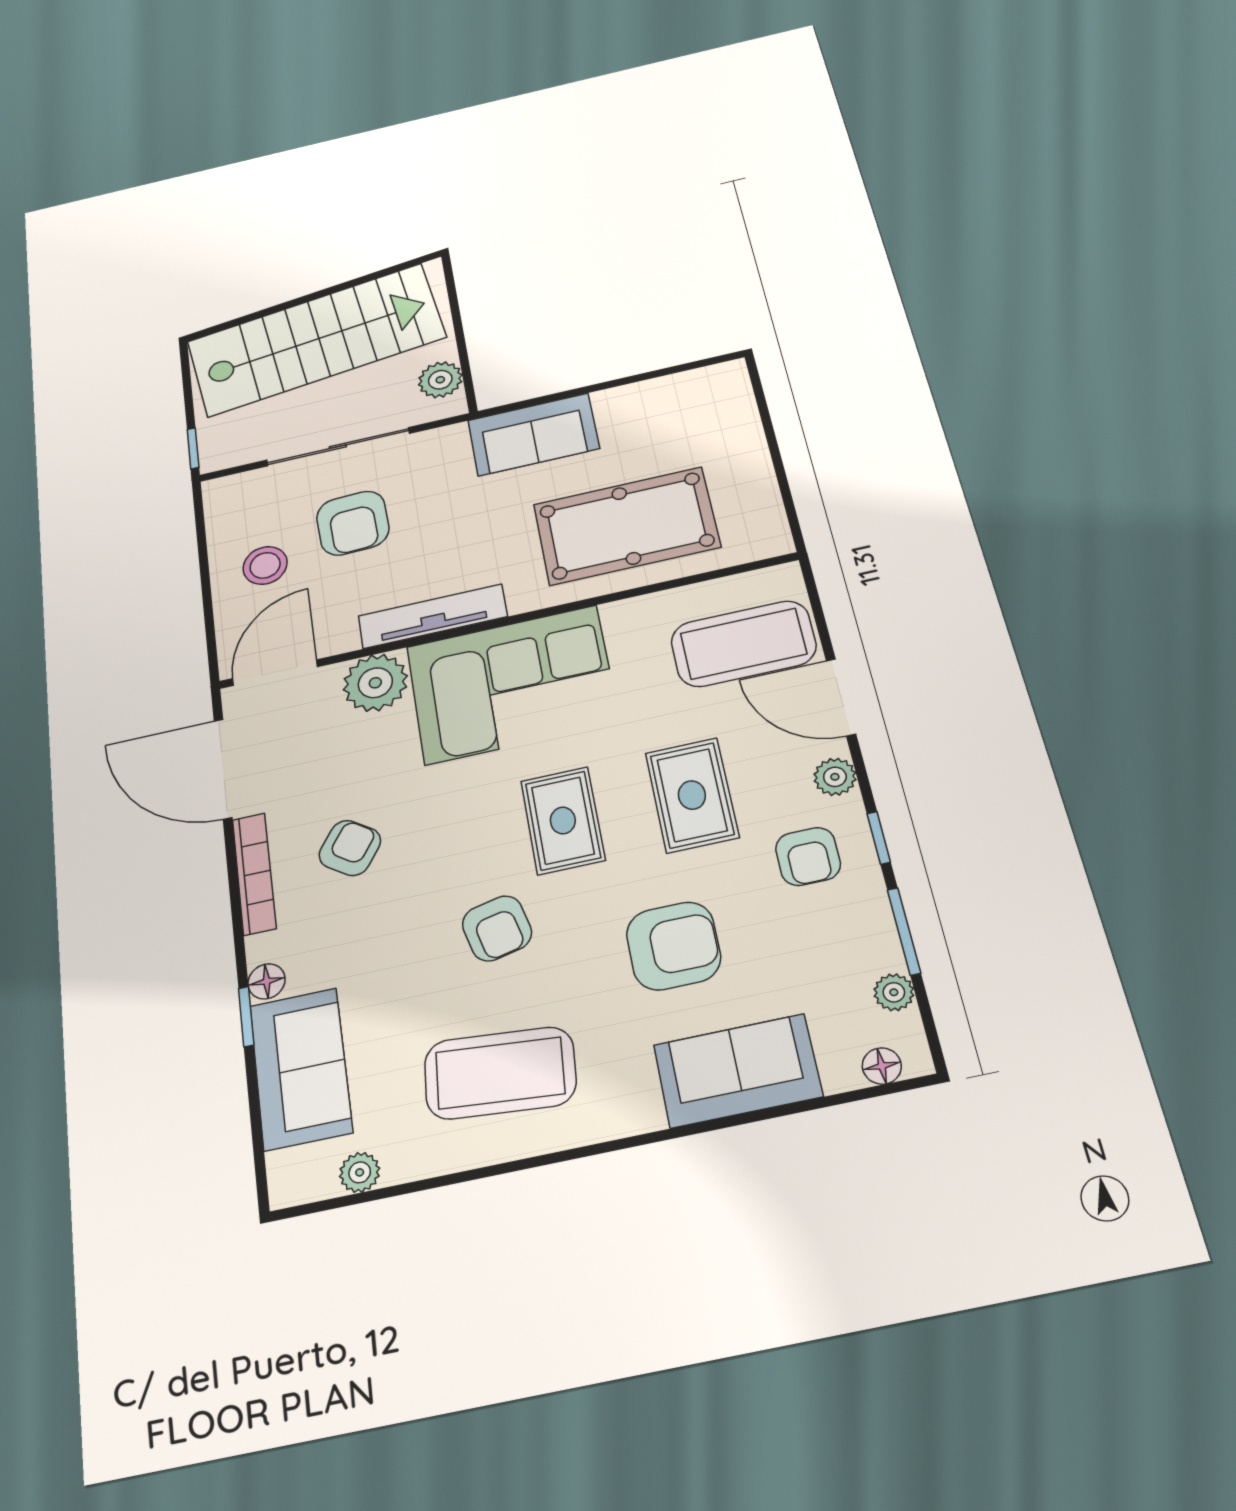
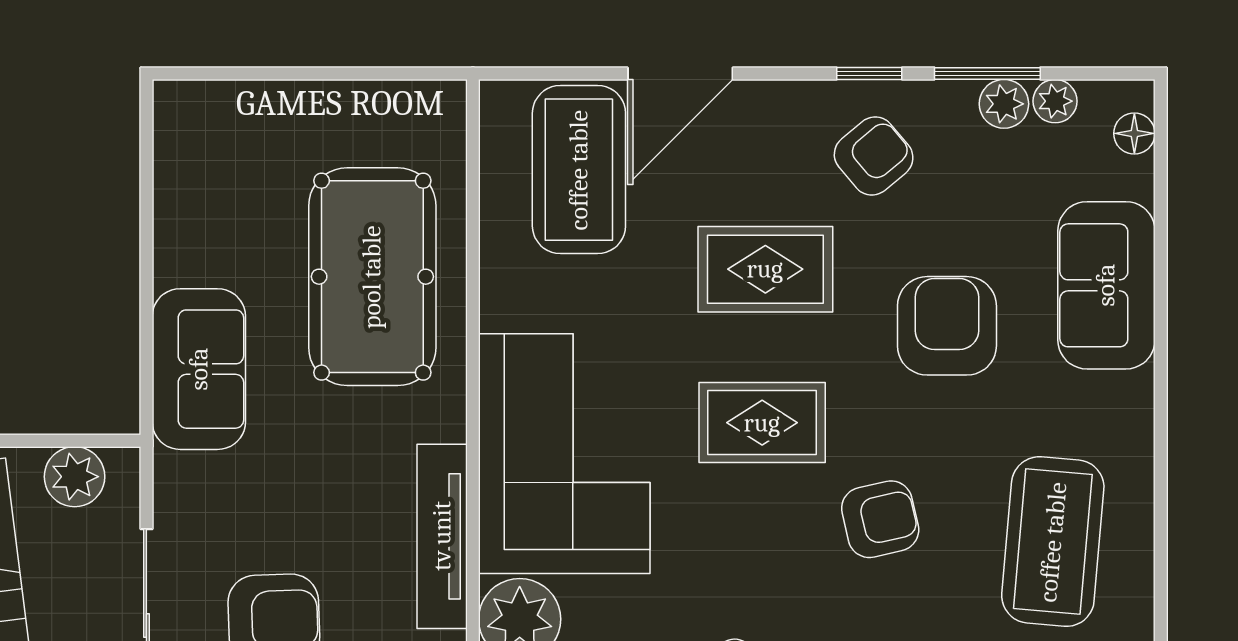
plant: (835, 777) -> (1004, 104), moved
armchair: (808, 856) -> (874, 156), turned -40

